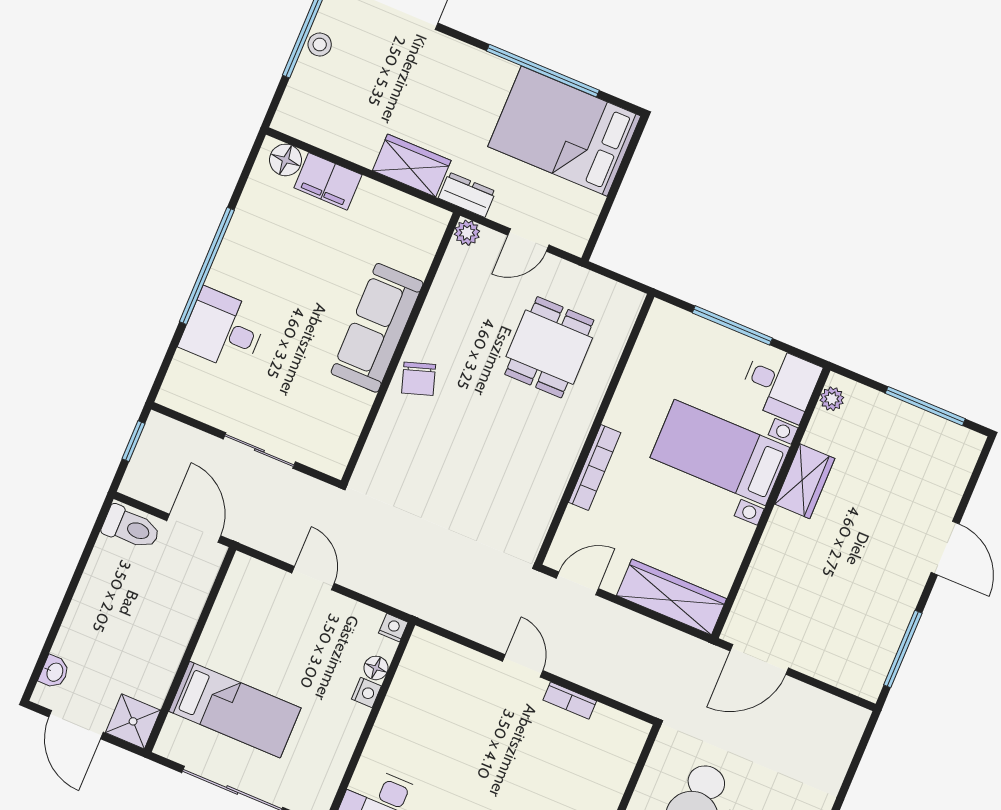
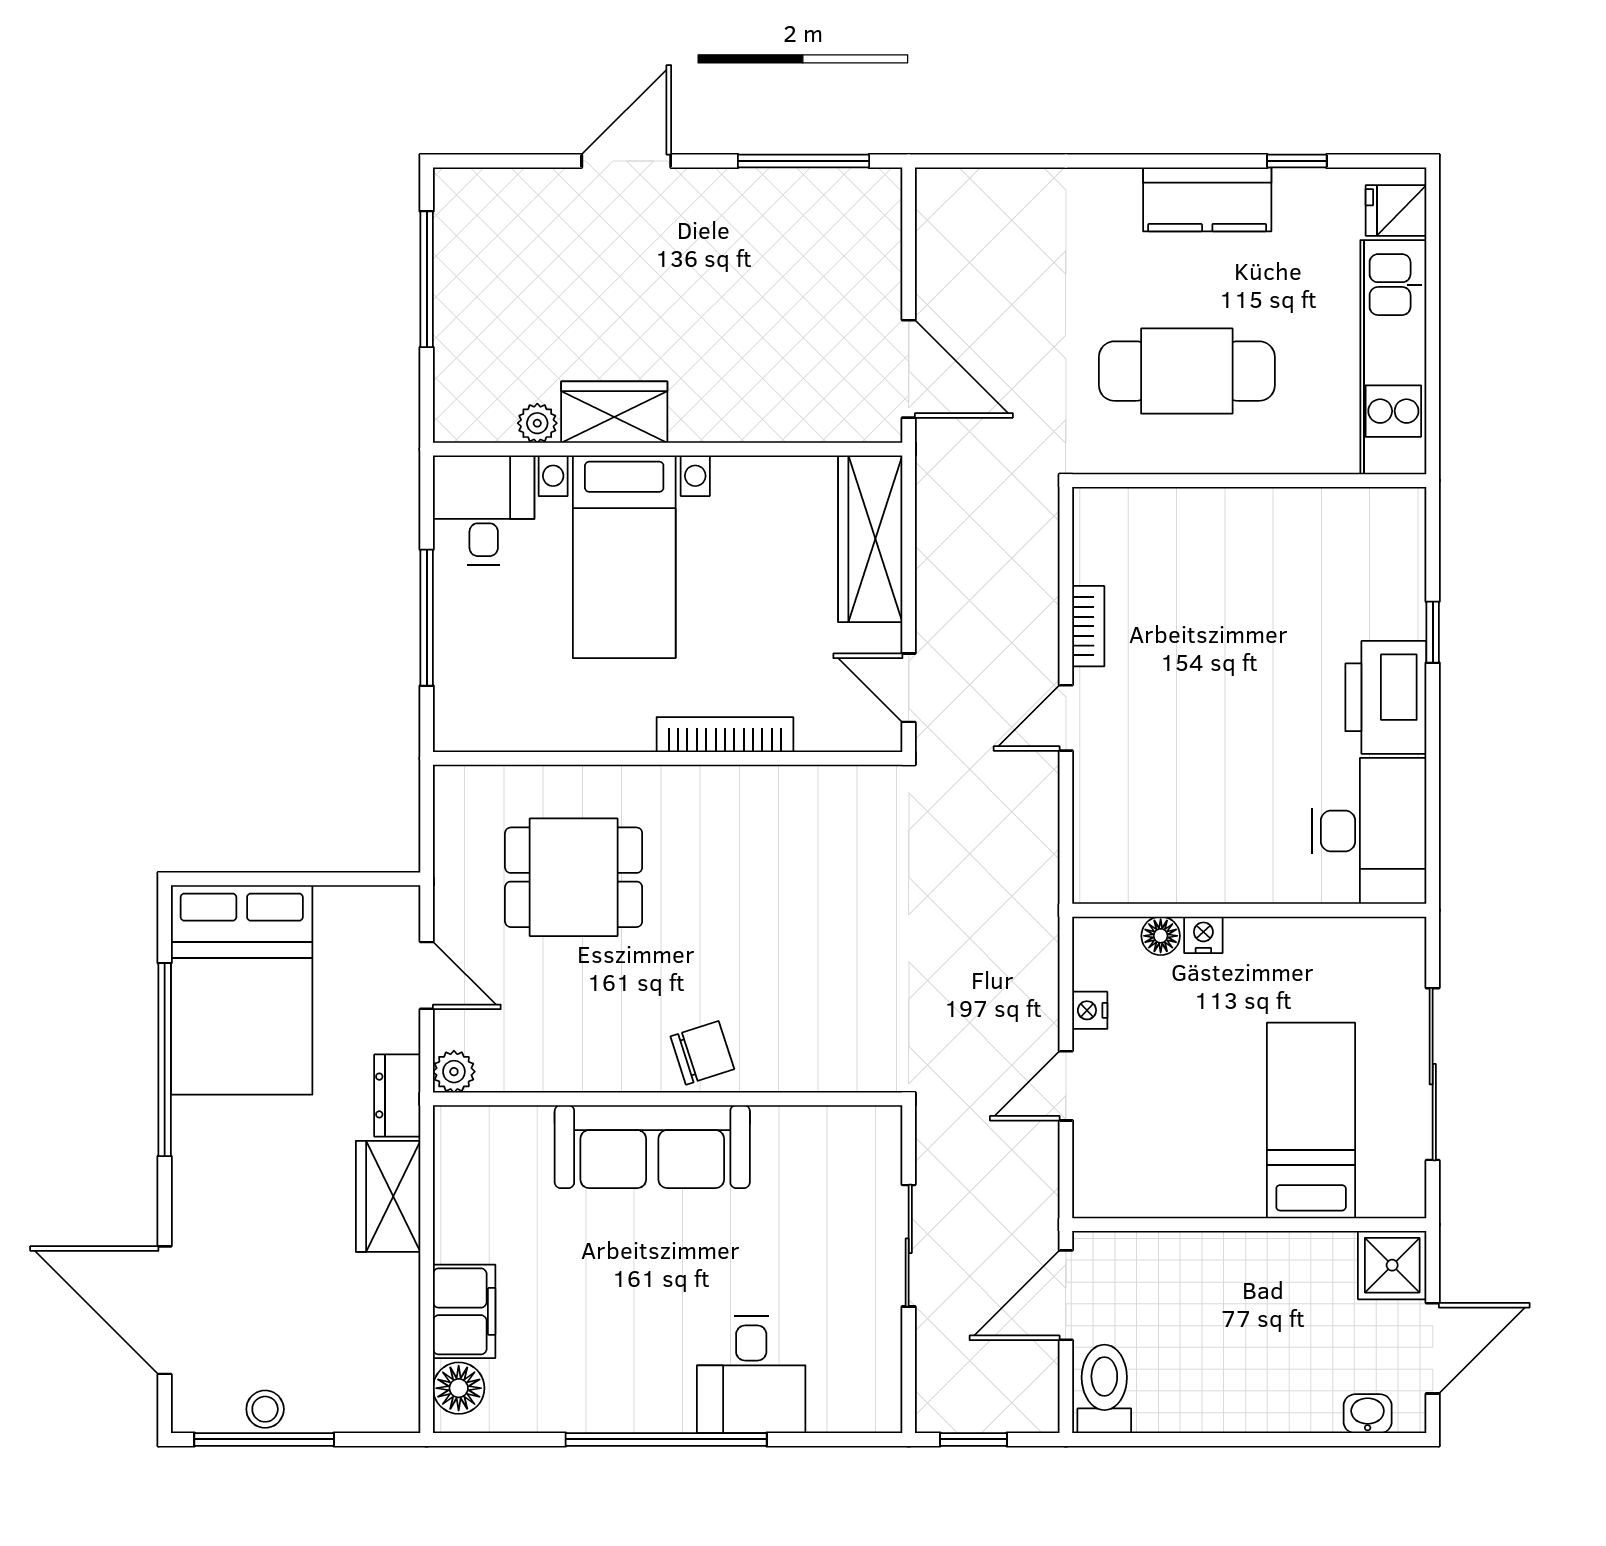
plant: (832, 399) -> (537, 423), moved
nightstand: (393, 628) -> (1090, 1010), moved

